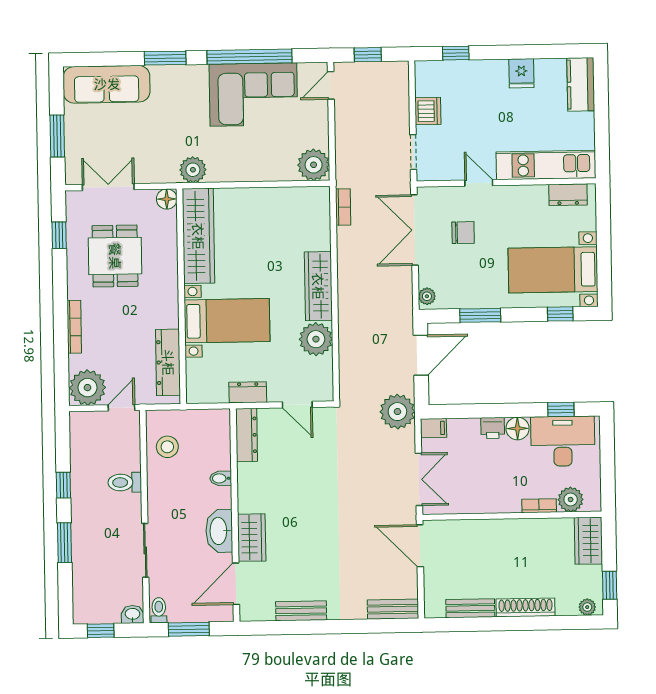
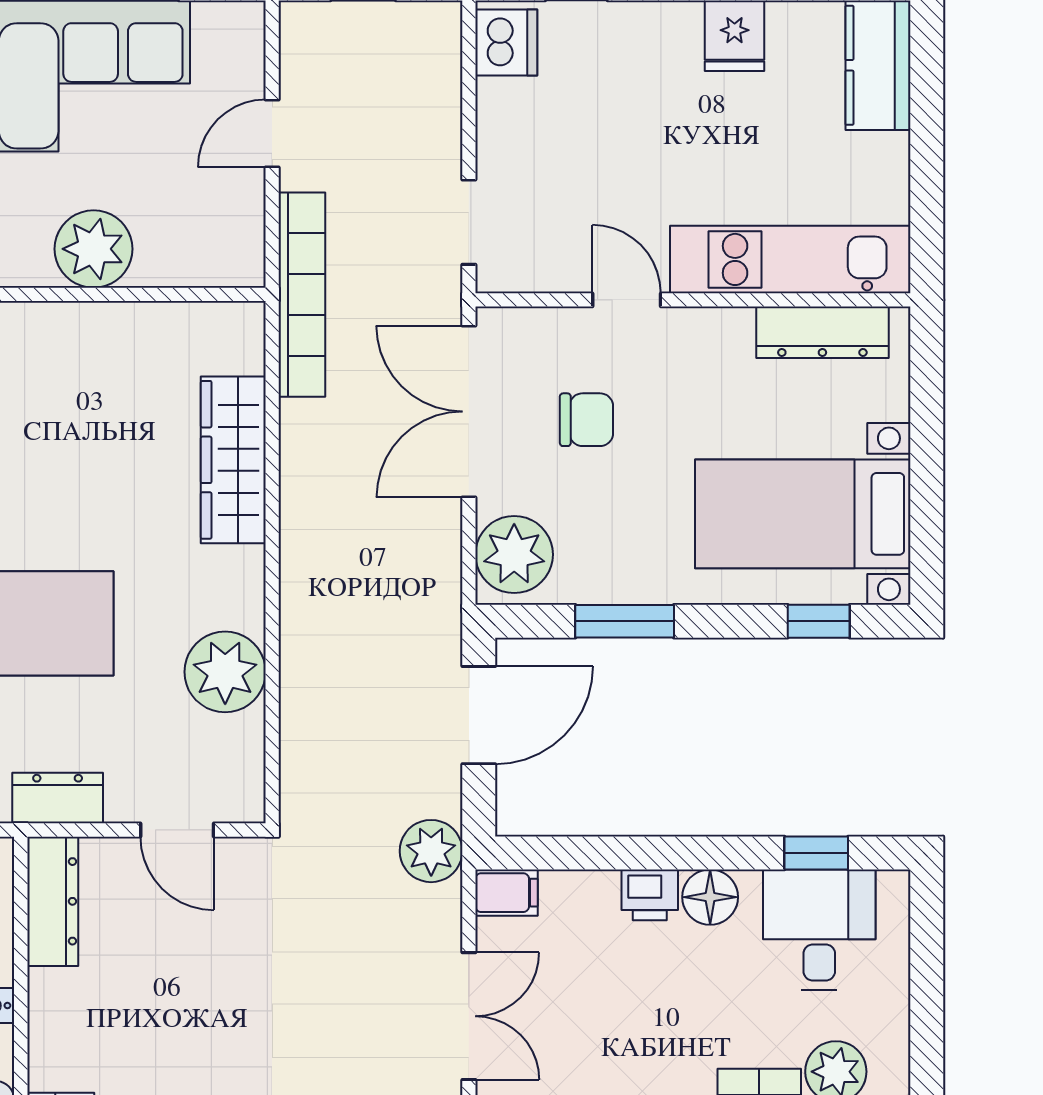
door: (331, 85) -> (272, 133), moved
dishwasher: (428, 111) -> (506, 43), moved
plant: (314, 165) -> (94, 249), moved
dresser: (568, 195) -> (822, 332), width x1.44
bookcase: (343, 207) -> (302, 295), width x2.31, depth x1.31
wardrobe: (318, 286) -> (233, 460), moved
plant: (427, 296) -> (514, 555), width x1.87, depth x1.87
plant: (397, 412) -> (431, 851), width x0.73, depth x0.73
desk: (563, 441) -> (819, 930), width x0.73

